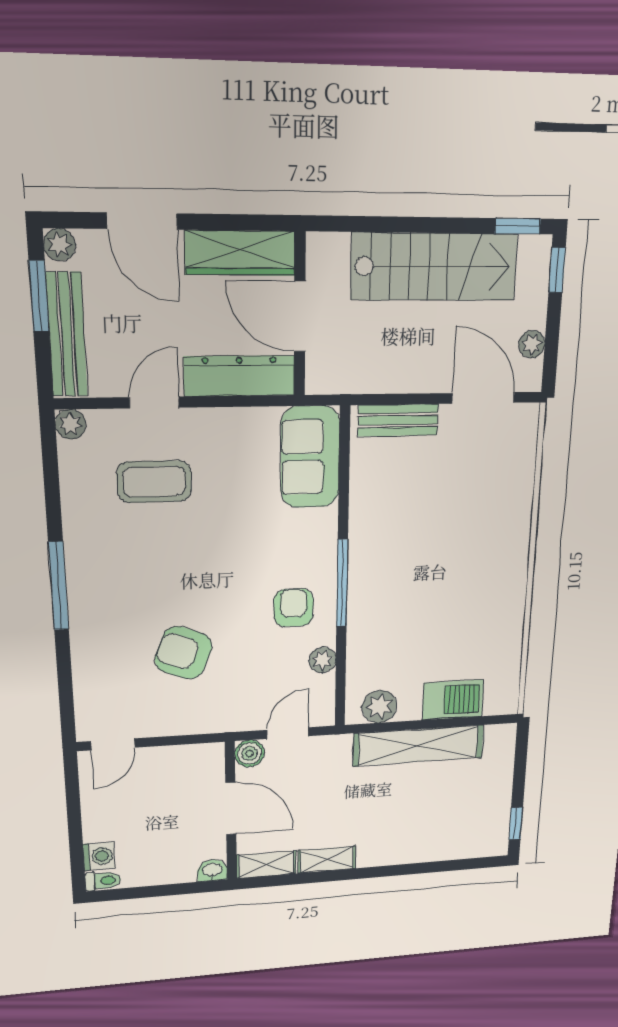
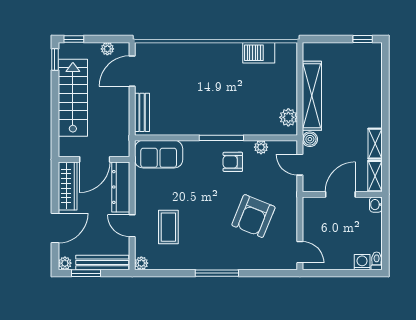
armchair: (183, 653) -> (253, 216), width x1.36, depth x1.36
barbecue: (453, 700) -> (259, 53), moved, turned -90
boiler: (250, 754) -> (310, 139), moved

